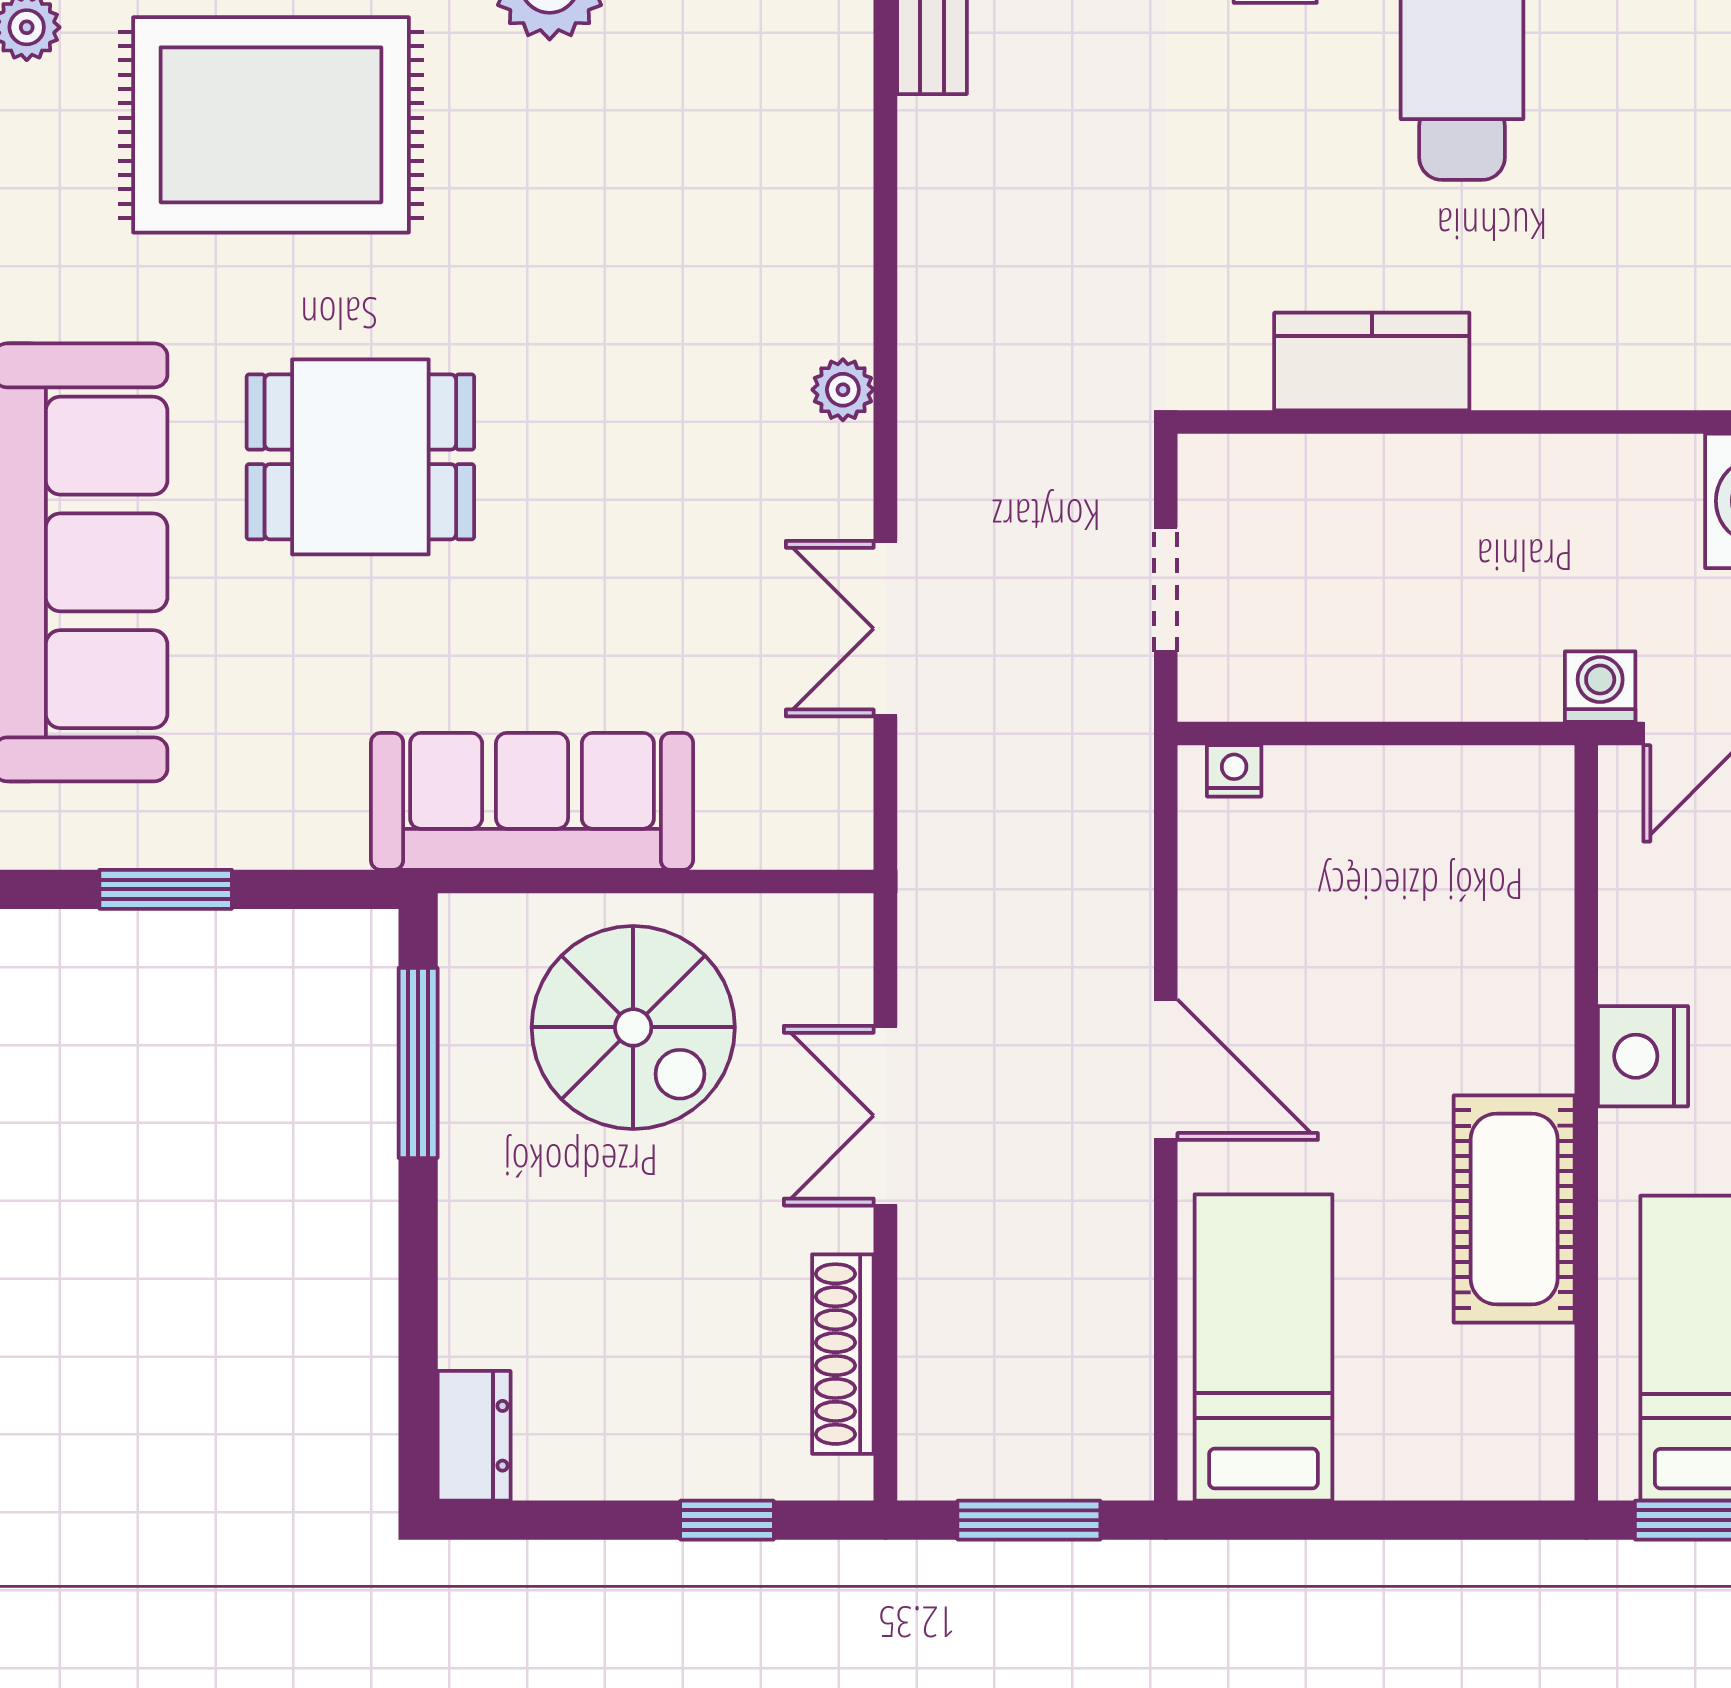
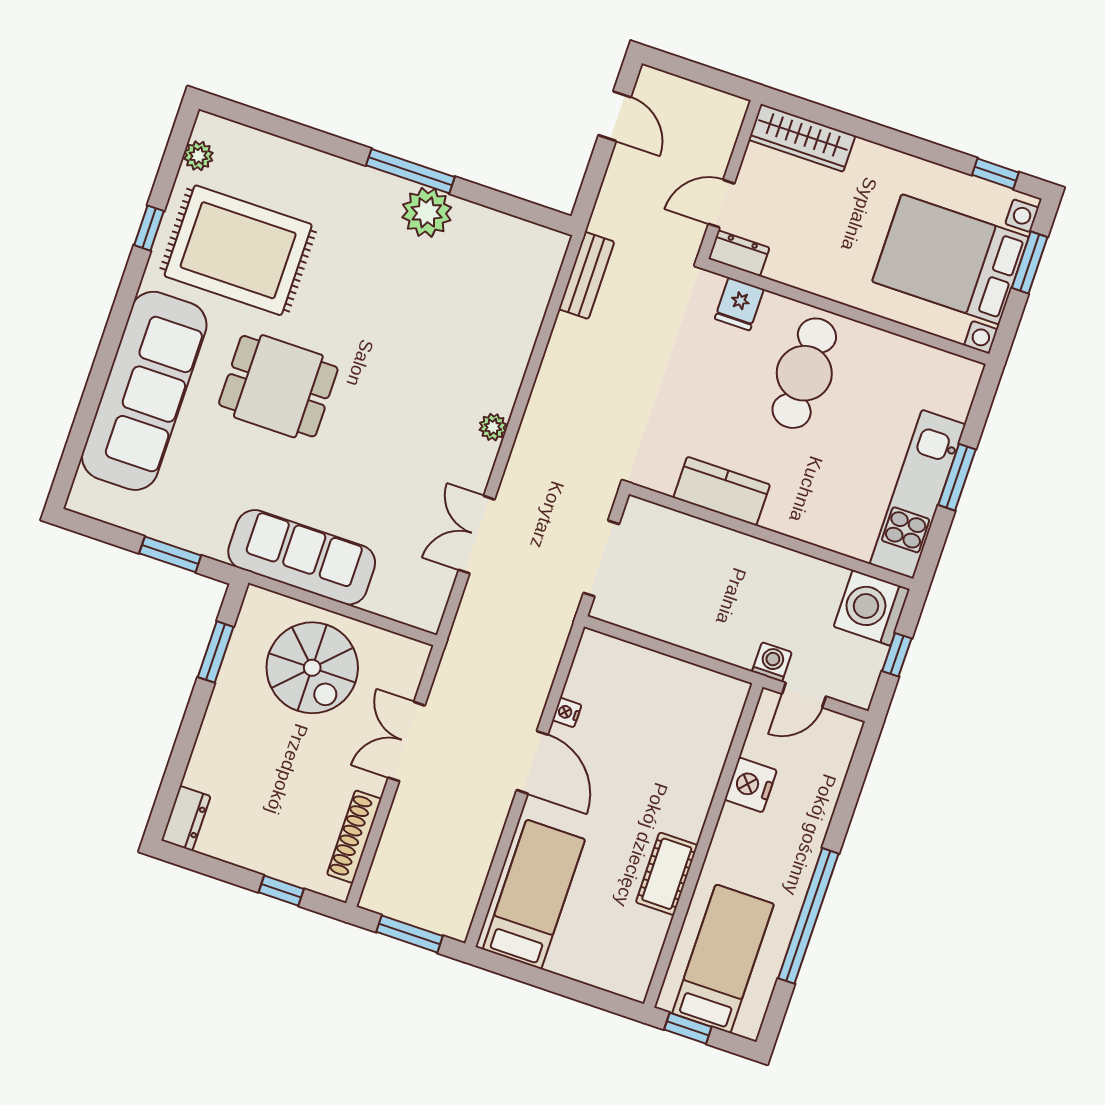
rug: (271, 125) -> (238, 250), moved
doorway: (1166, 590) -> (601, 559), width x1.38
nightstand: (1234, 771) -> (567, 712), moved, turned -90
window: (166, 889) -> (170, 554), moved
nightstand: (1643, 1056) -> (751, 785), moved
window: (418, 1063) -> (216, 652), width x0.69
cot: (1514, 1209) -> (667, 874), width x0.73, depth x0.75

